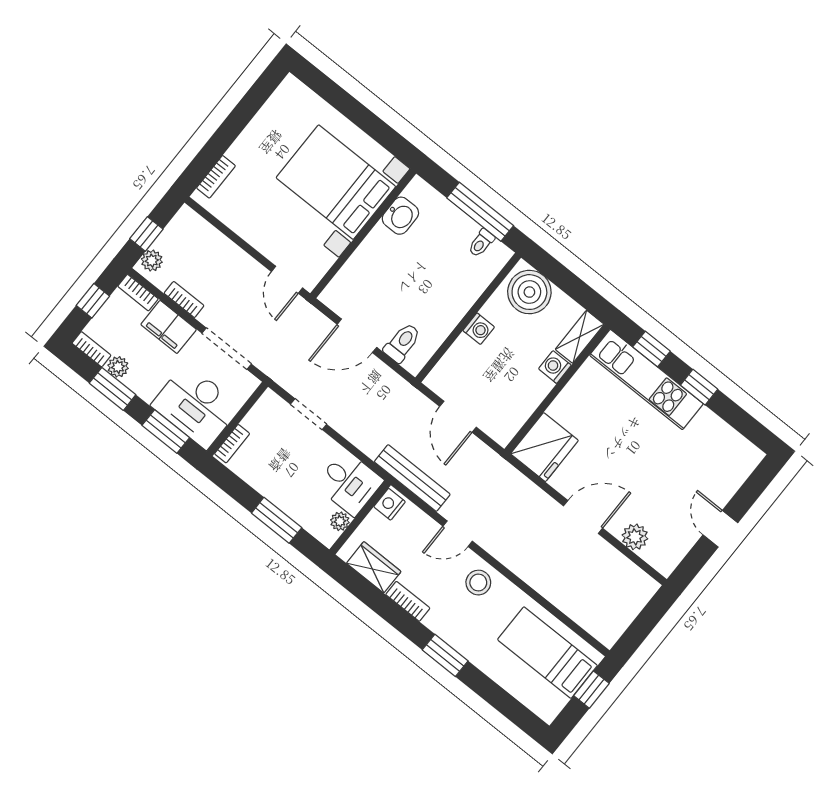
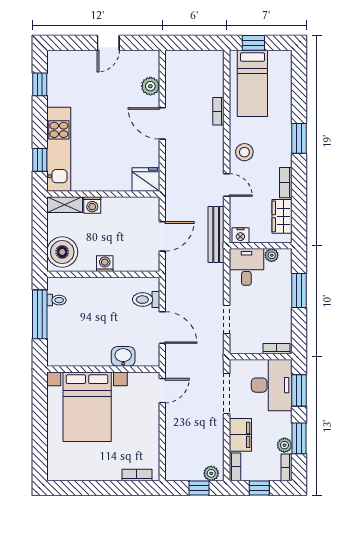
washbasin: (400, 216) -> (123, 356), moved
bookcase: (184, 299) -> (218, 111), moved
window: (699, 387) -> (40, 84), moved
fridge: (544, 447) -> (146, 179), width x0.73, depth x0.75

